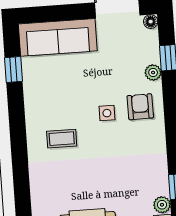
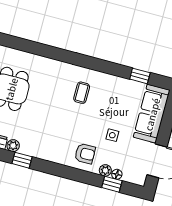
floor lamp: (151, 22) -> (117, 174), moved
side table: (107, 113) -> (112, 135), moved

